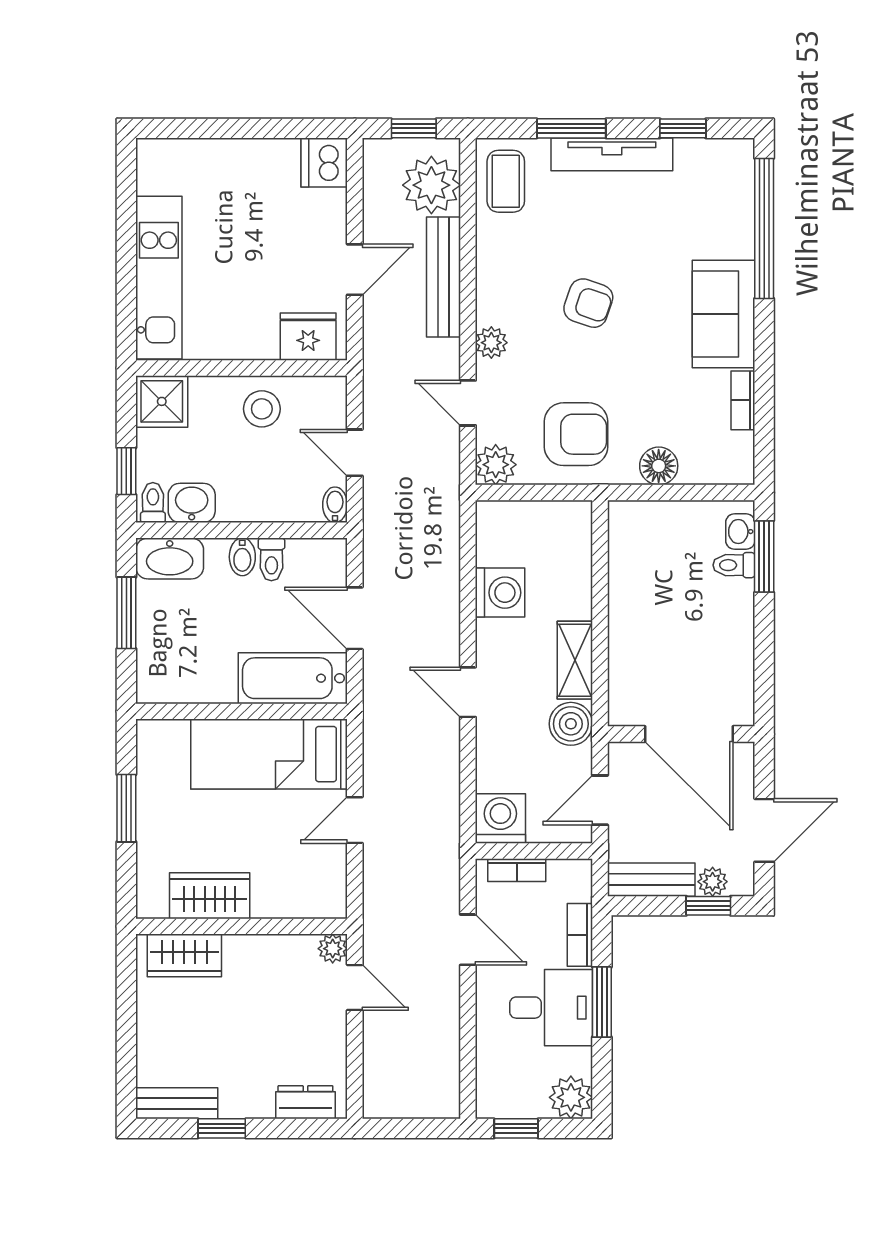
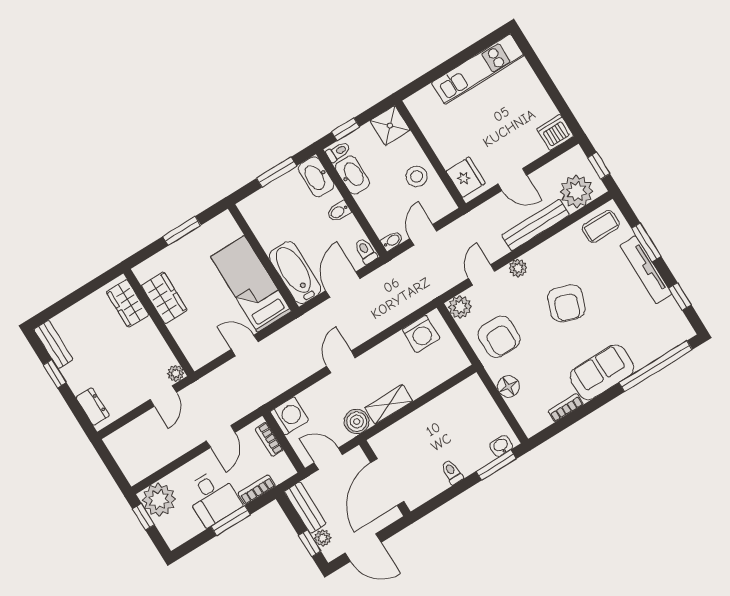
kitchen unit: (159, 278) -> (478, 69), moved
armchair: (588, 303) -> (566, 303), width x1.38, depth x1.38
washbasin: (192, 503) -> (352, 175), width x1.38
toilet: (271, 559) -> (366, 251), moved, turned 90
toilet: (734, 565) -> (452, 472), moved
washing machine: (500, 593) -> (421, 334), moved
plant: (571, 1097) -> (159, 500), moved, width x1.36, depth x1.36

